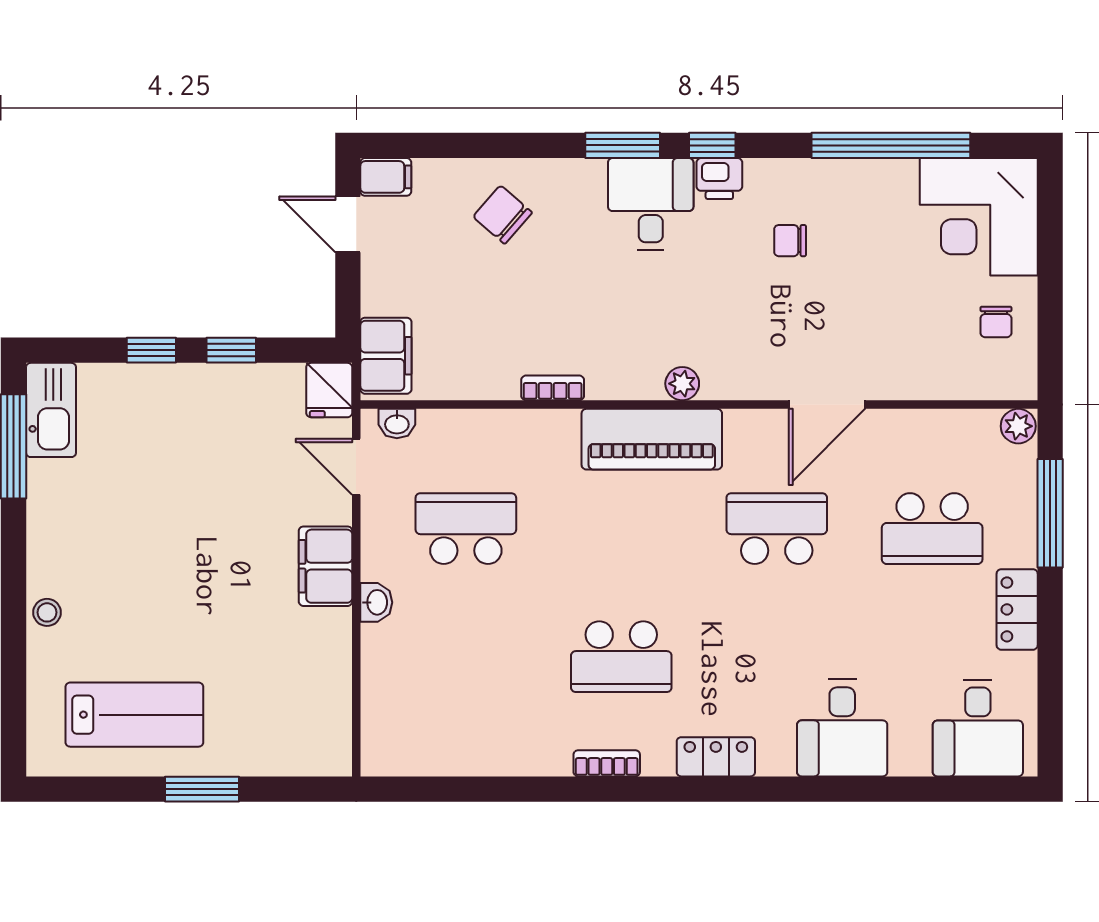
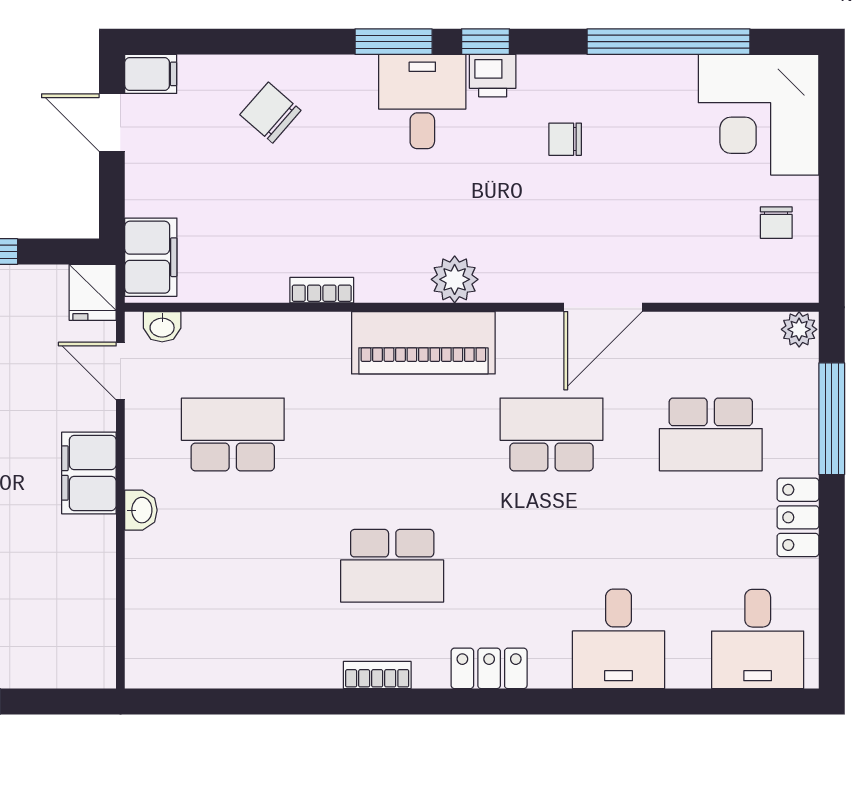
plant: (682, 384) -> (455, 279), width x1.38, depth x1.38

